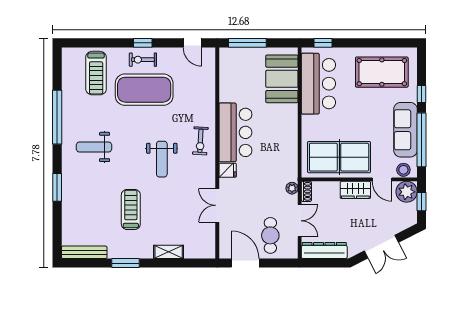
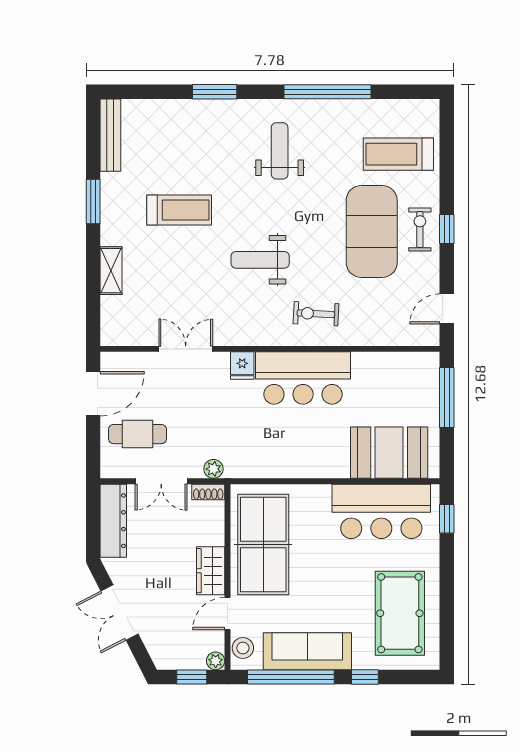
exercise bike: (200, 141) -> (316, 314), moved
plant: (407, 192) -> (216, 661), width x0.53, depth x0.53

